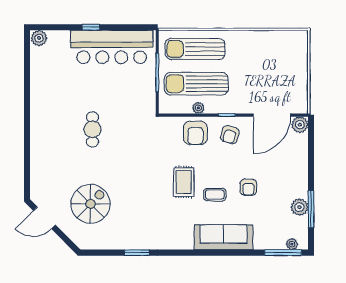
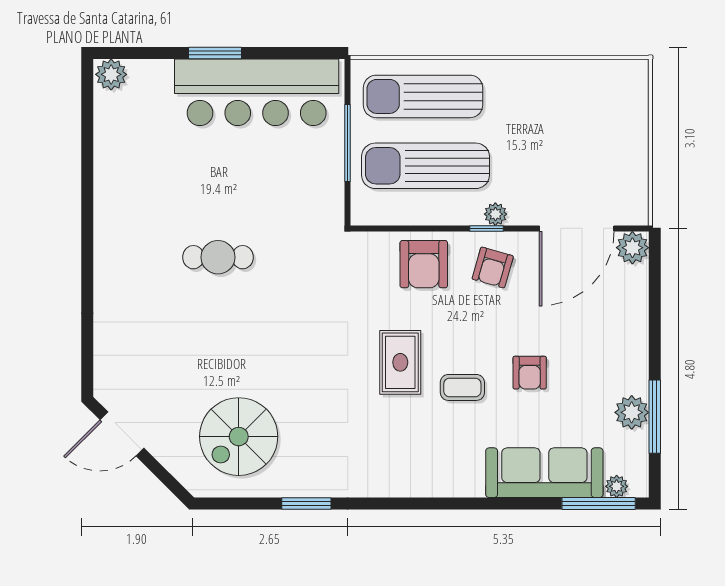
window: (91, 27) -> (215, 53), width x1.50
plant: (198, 108) -> (495, 214), moved
cafe table: (92, 129) -> (218, 257), turned 90
spiral stairs: (90, 204) -> (239, 437), moved, turned 180
sofa: (224, 237) -> (544, 473), moved

